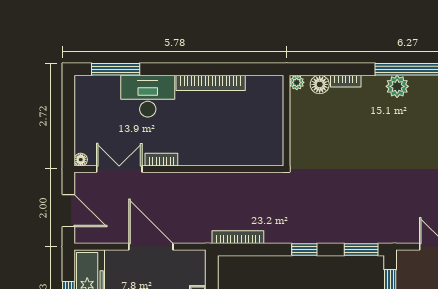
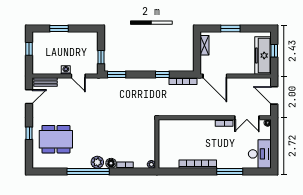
window: (116, 69) -> (230, 171), moved
floor lamp: (320, 84) -> (111, 163), moved
desk: (148, 96) -> (260, 154), moved, turned -90
door: (151, 247) -> (215, 76), moved
window: (304, 250) -> (162, 74), moved

